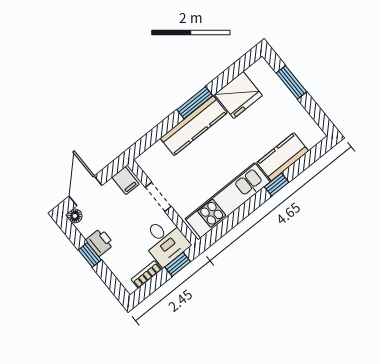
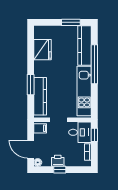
window: (292, 82) -> (71, 22), moved
window: (195, 103) -> (31, 85), moved
kitchen counter: (194, 126) -> (40, 96), moved
kitchen counter: (283, 157) -> (85, 45), width x1.50
window: (277, 184) -> (94, 64), width x3.17

